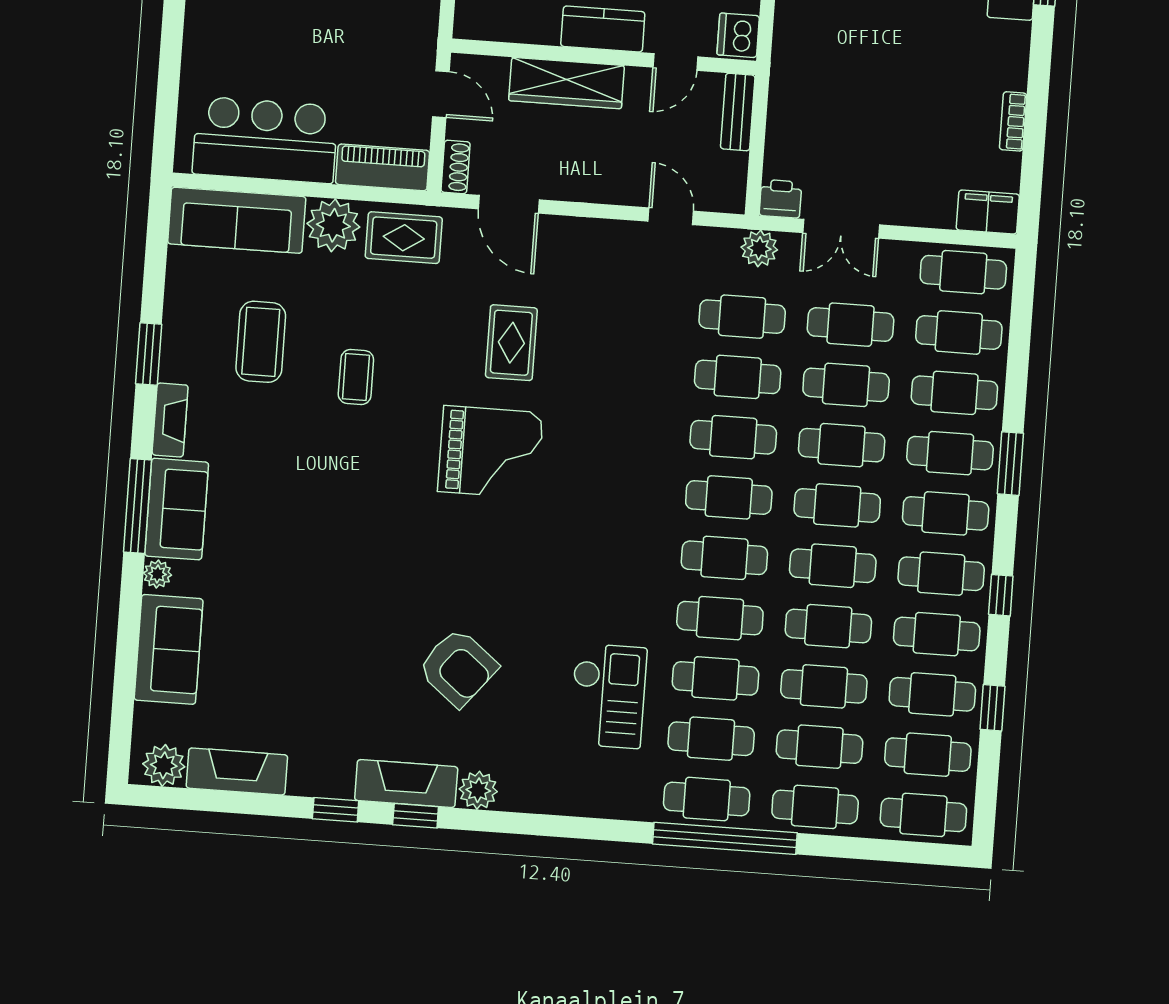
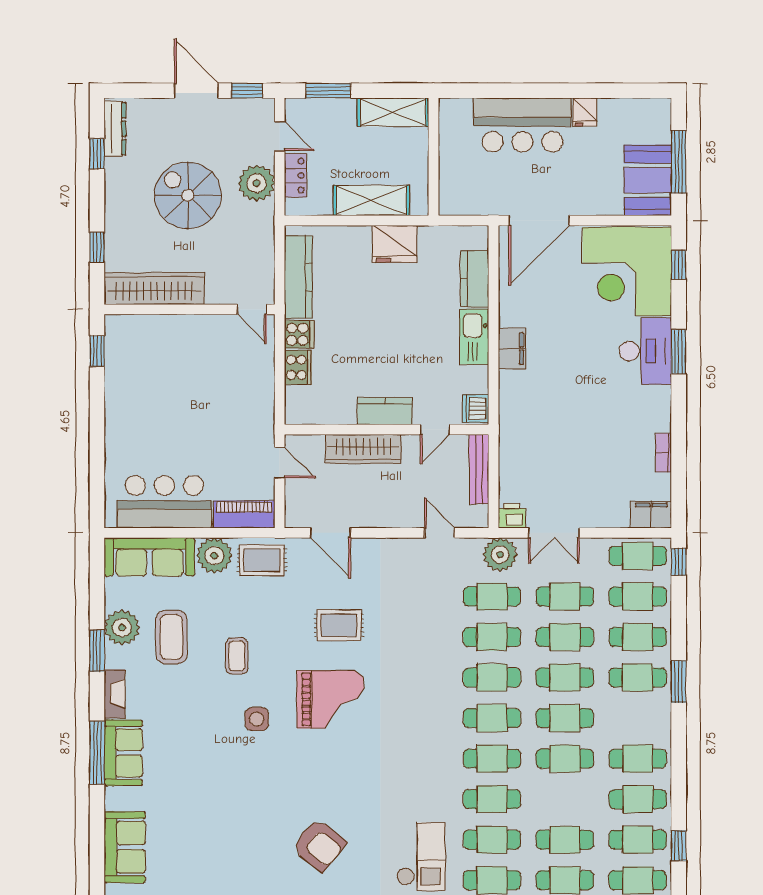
bench: (738, 112) -> (479, 469), width x1.36
shoe rack: (455, 167) -> (293, 511), removed
plant: (759, 248) -> (500, 555), width x1.36, depth x1.36
rug: (511, 343) -> (339, 625), turned 90
side table: (379, 473) -> (257, 719), added
cafe table: (946, 513) -> (638, 718), removed
plant: (157, 574) -> (122, 627), moved, width x1.88, depth x1.88
window: (1001, 595) -> (679, 562), moved
cafe table: (828, 626) -> (565, 799), removed

